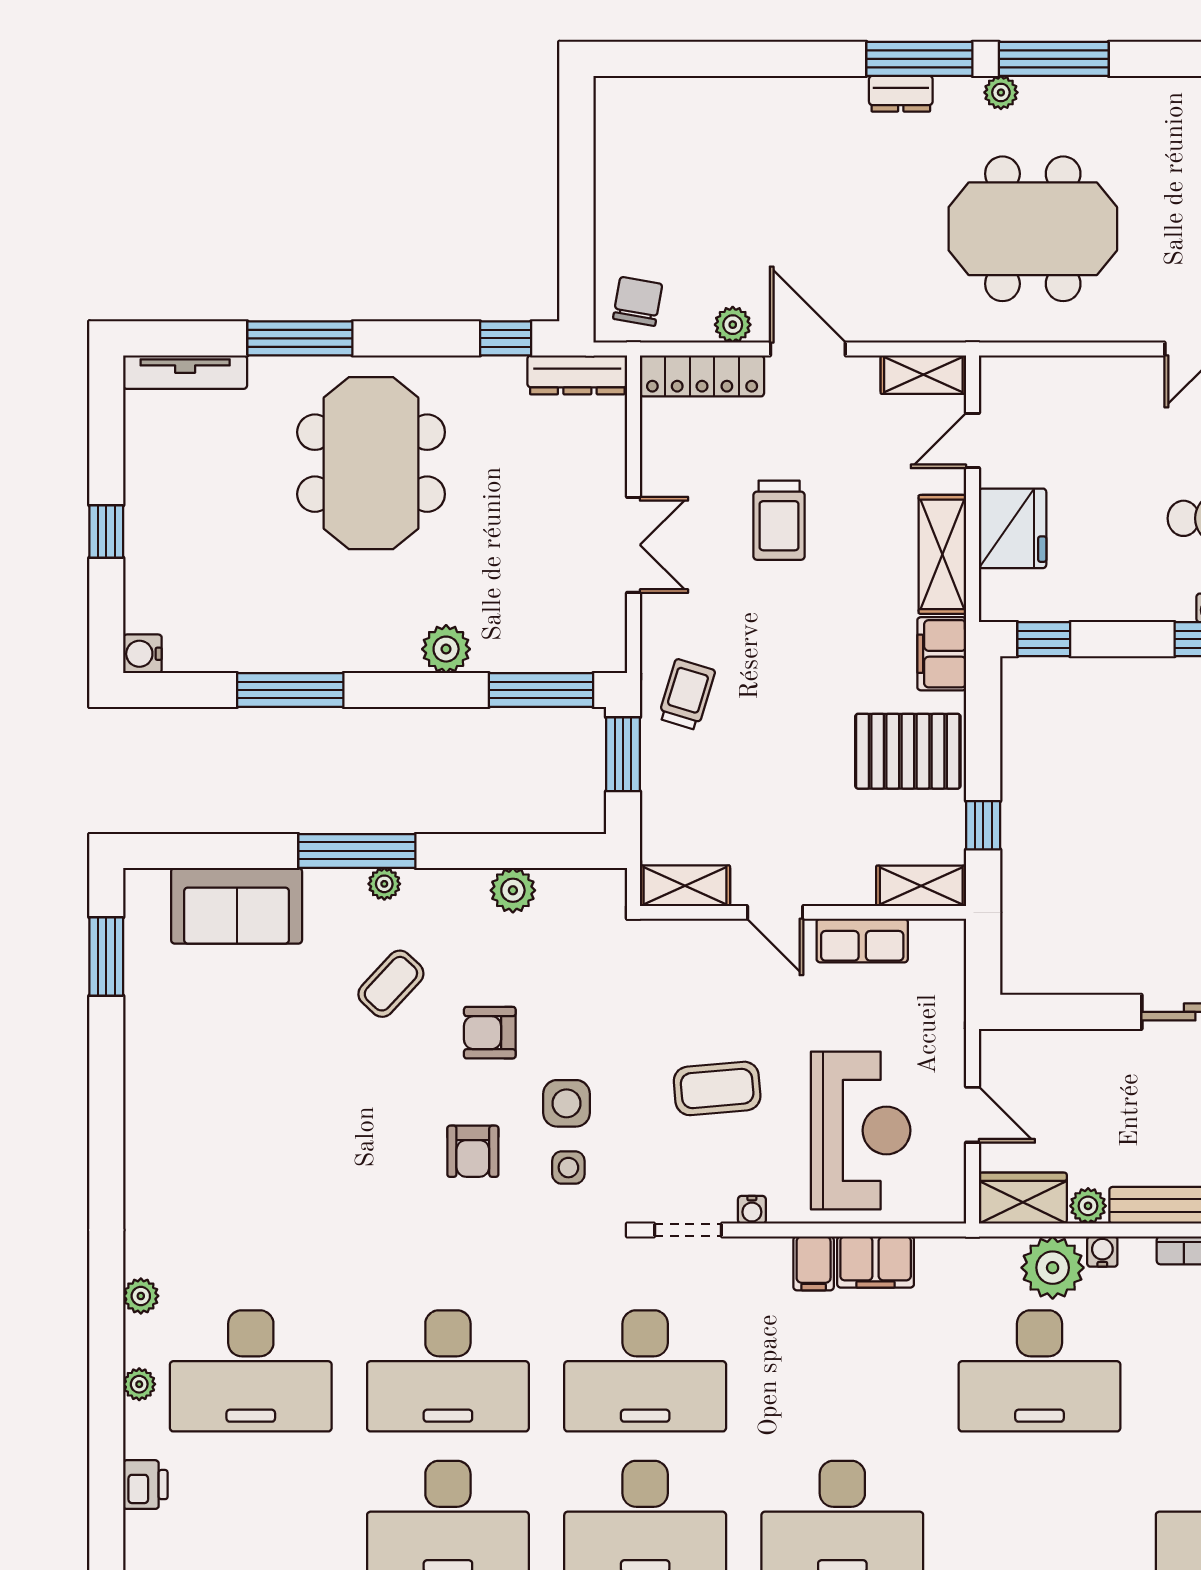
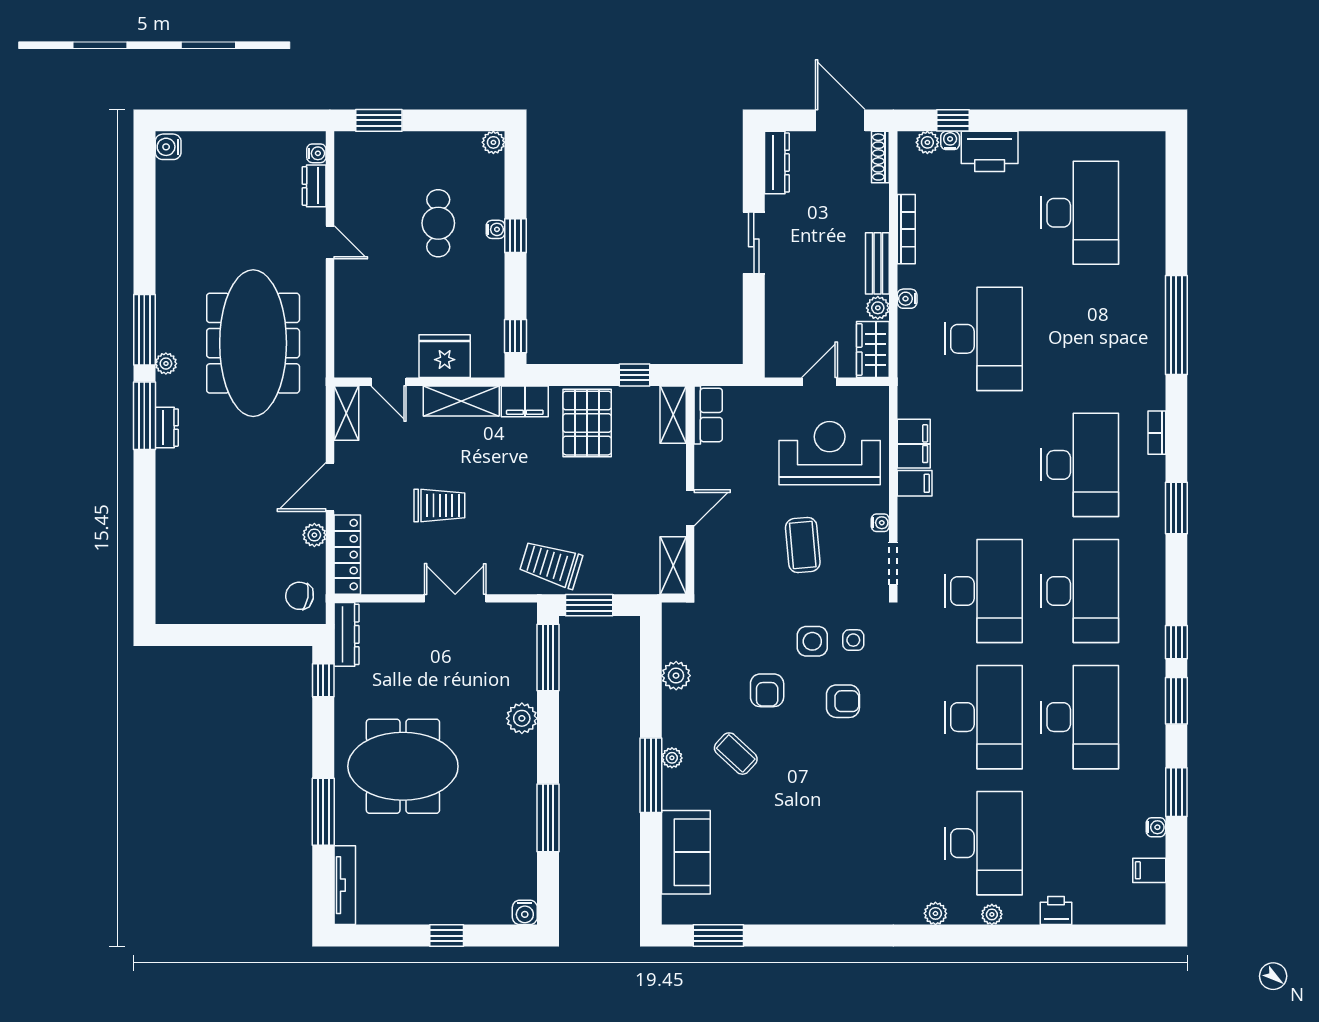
meeting table: (1033, 229) -> (253, 343), width x1.36
trolley: (687, 694) -> (551, 564), width x1.36, depth x1.39
row of seats: (862, 941) -> (708, 415), moved
plant: (1053, 1268) -> (917, 330), removed

